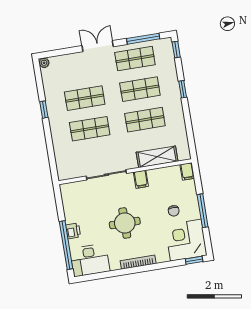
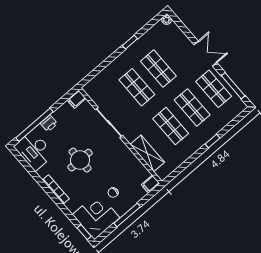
window: (176, 49) -> (241, 117), removed
filing cabinet: (141, 179) -> (77, 99), moved

